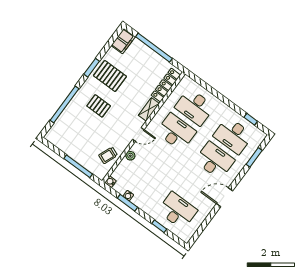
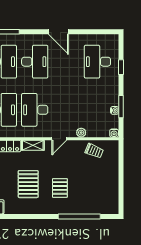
window: (92, 68) -> (33, 216), removed
pallet: (110, 76) -> (28, 184), moved
door: (138, 134) -> (59, 139), swing flipped
desk: (215, 160) -> (35, 62), turned 180
window: (78, 166) -> (121, 169), removed

